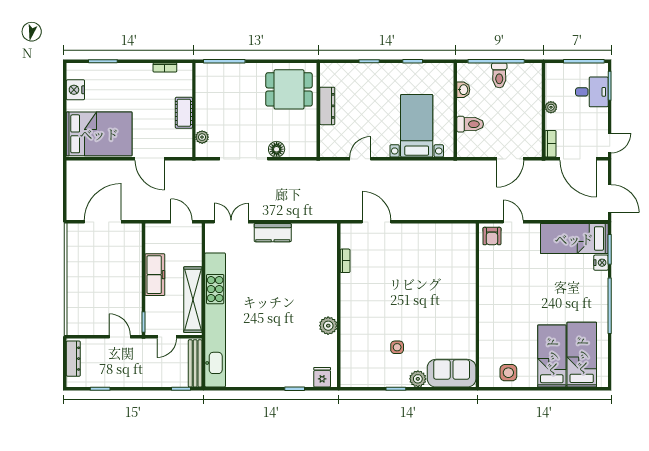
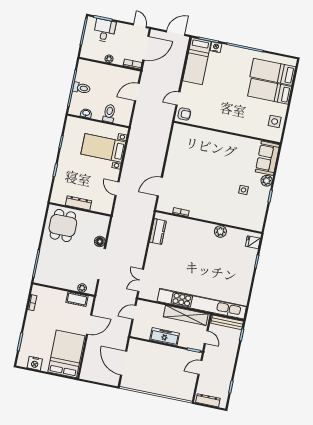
cot: (184, 113) -> (77, 299), moved
door: (510, 159) -> (137, 92), swing flipped
kitchen counter: (273, 233) -> (158, 232), moved

